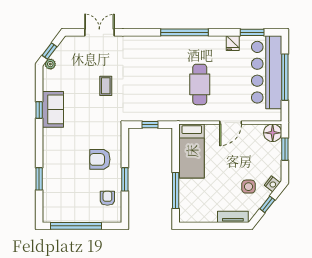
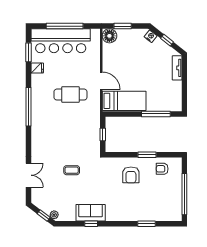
double door: (99, 32) -> (29, 175), swing flipped
door: (231, 123) -> (101, 81), moved
side table: (249, 187) -> (153, 55), removed

